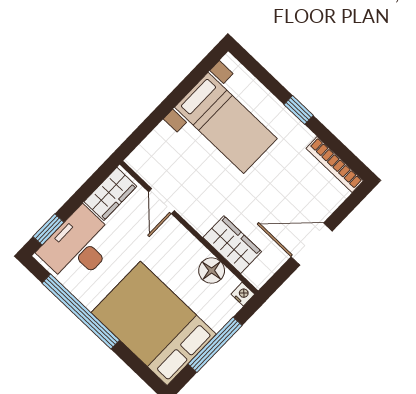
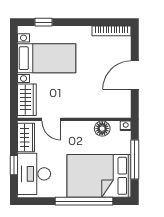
window: (299, 110) -> (43, 22), moved
window: (48, 229) -> (14, 165), moved
wardrobe: (232, 245) -> (27, 100), moved, turned 90
window: (81, 312) -> (84, 201), moved

